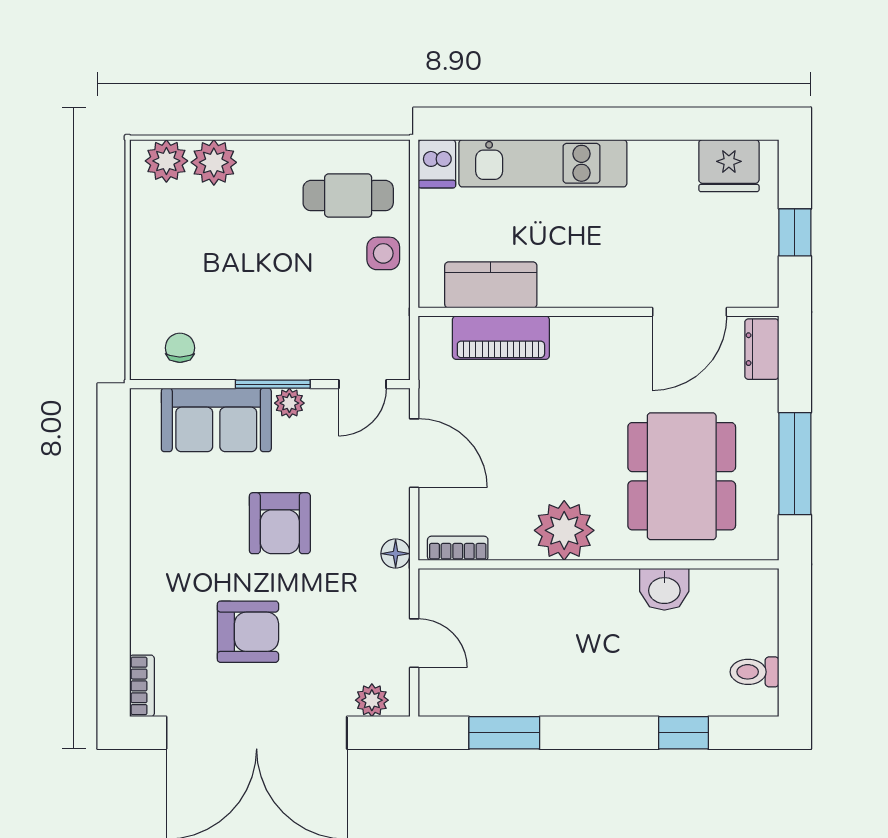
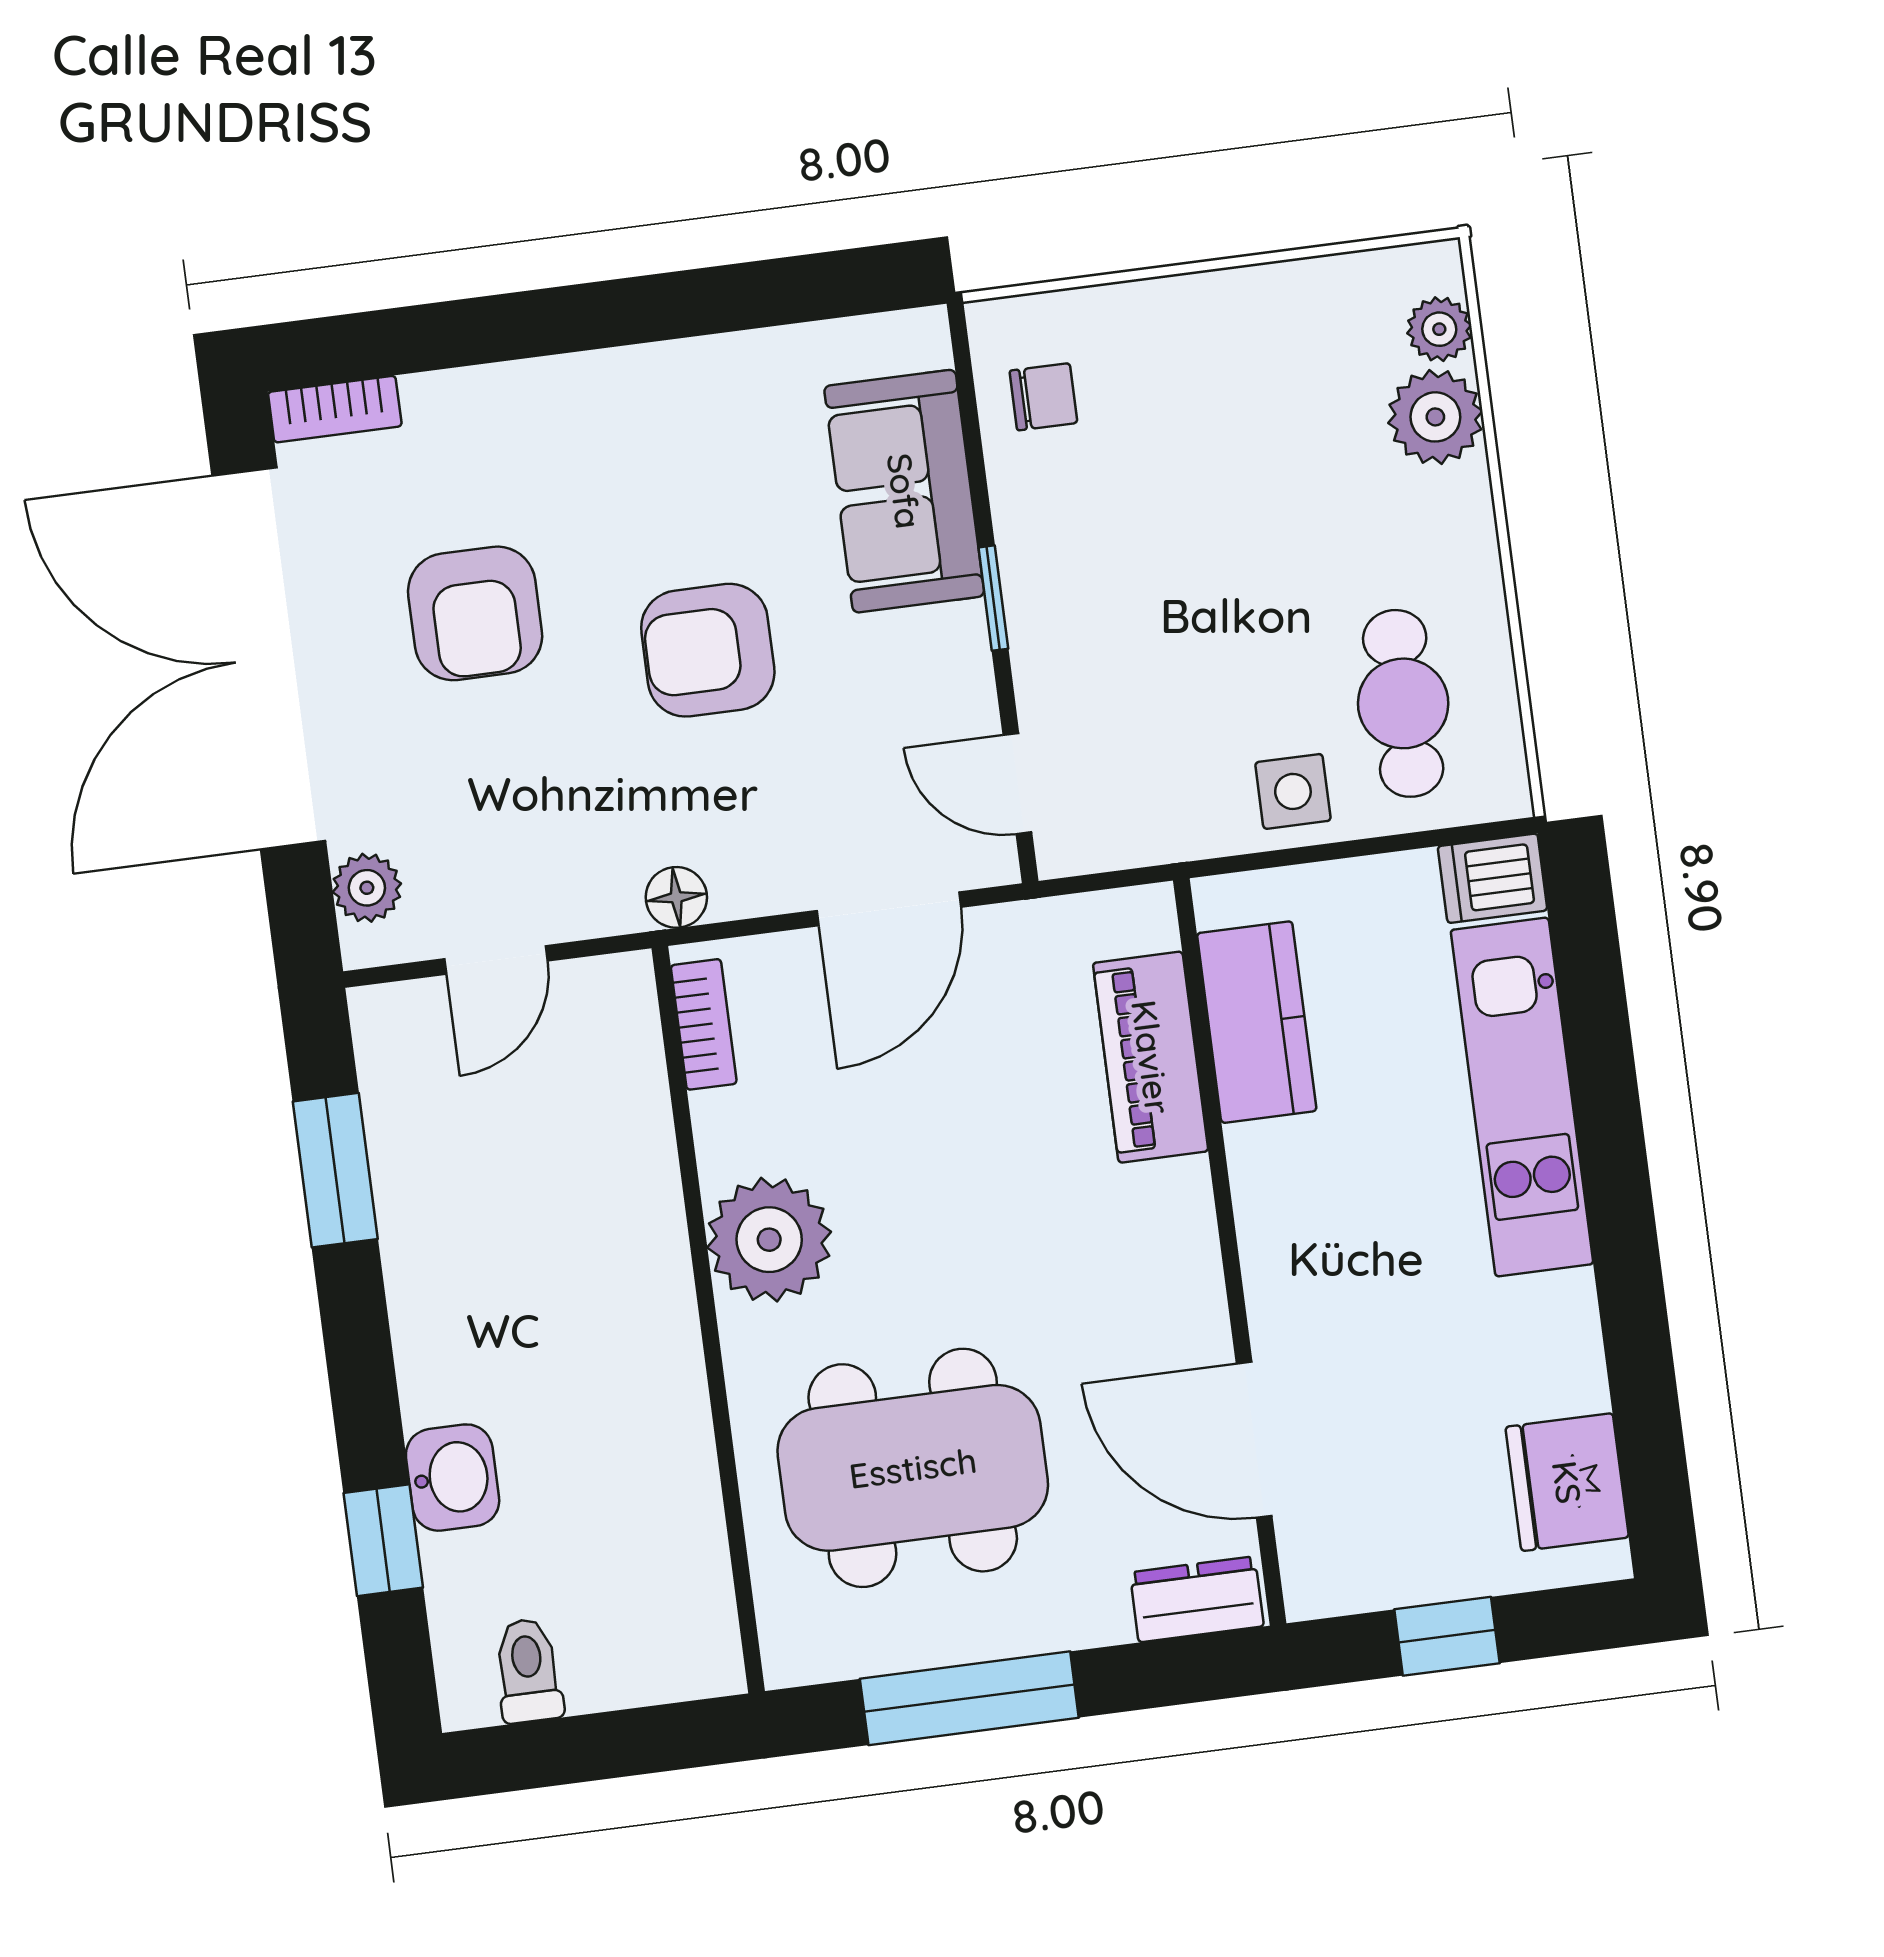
plant: (166, 161) -> (1439, 329), width x0.73, depth x0.73
window: (273, 384) -> (993, 598), width x0.67
plant: (289, 403) -> (959, 638), removed
washbasin: (664, 589) -> (453, 1478), moved, turned 180

